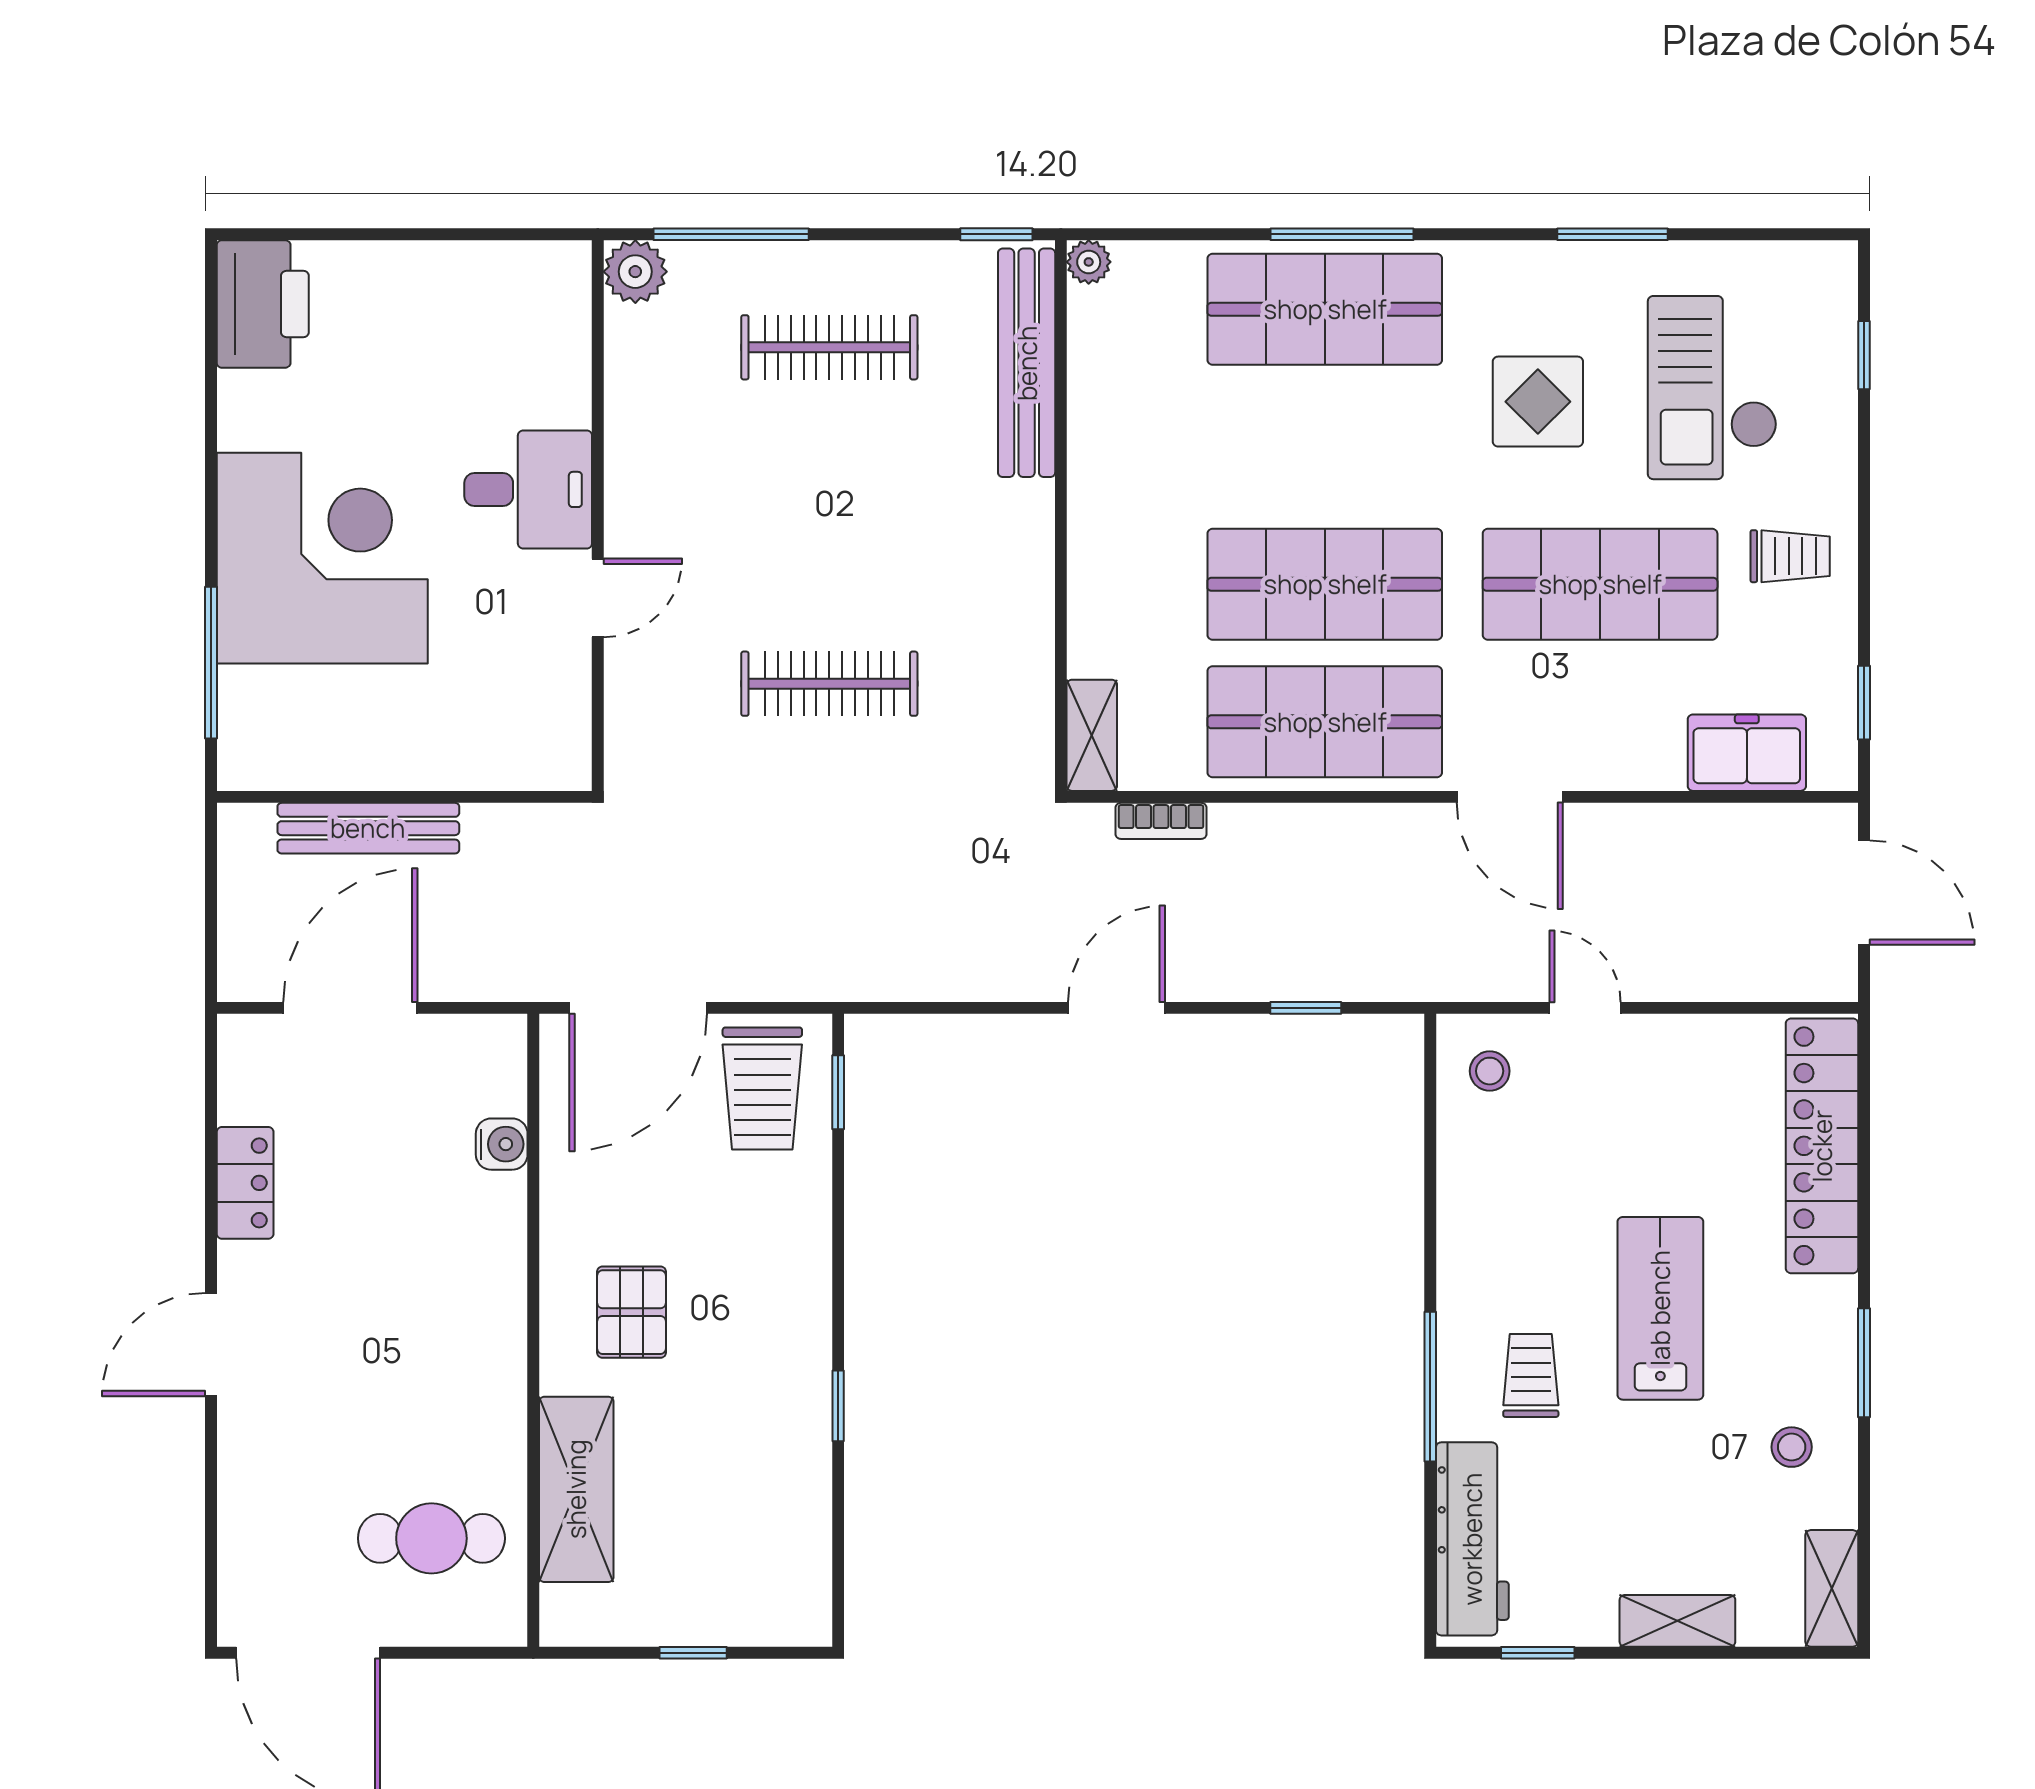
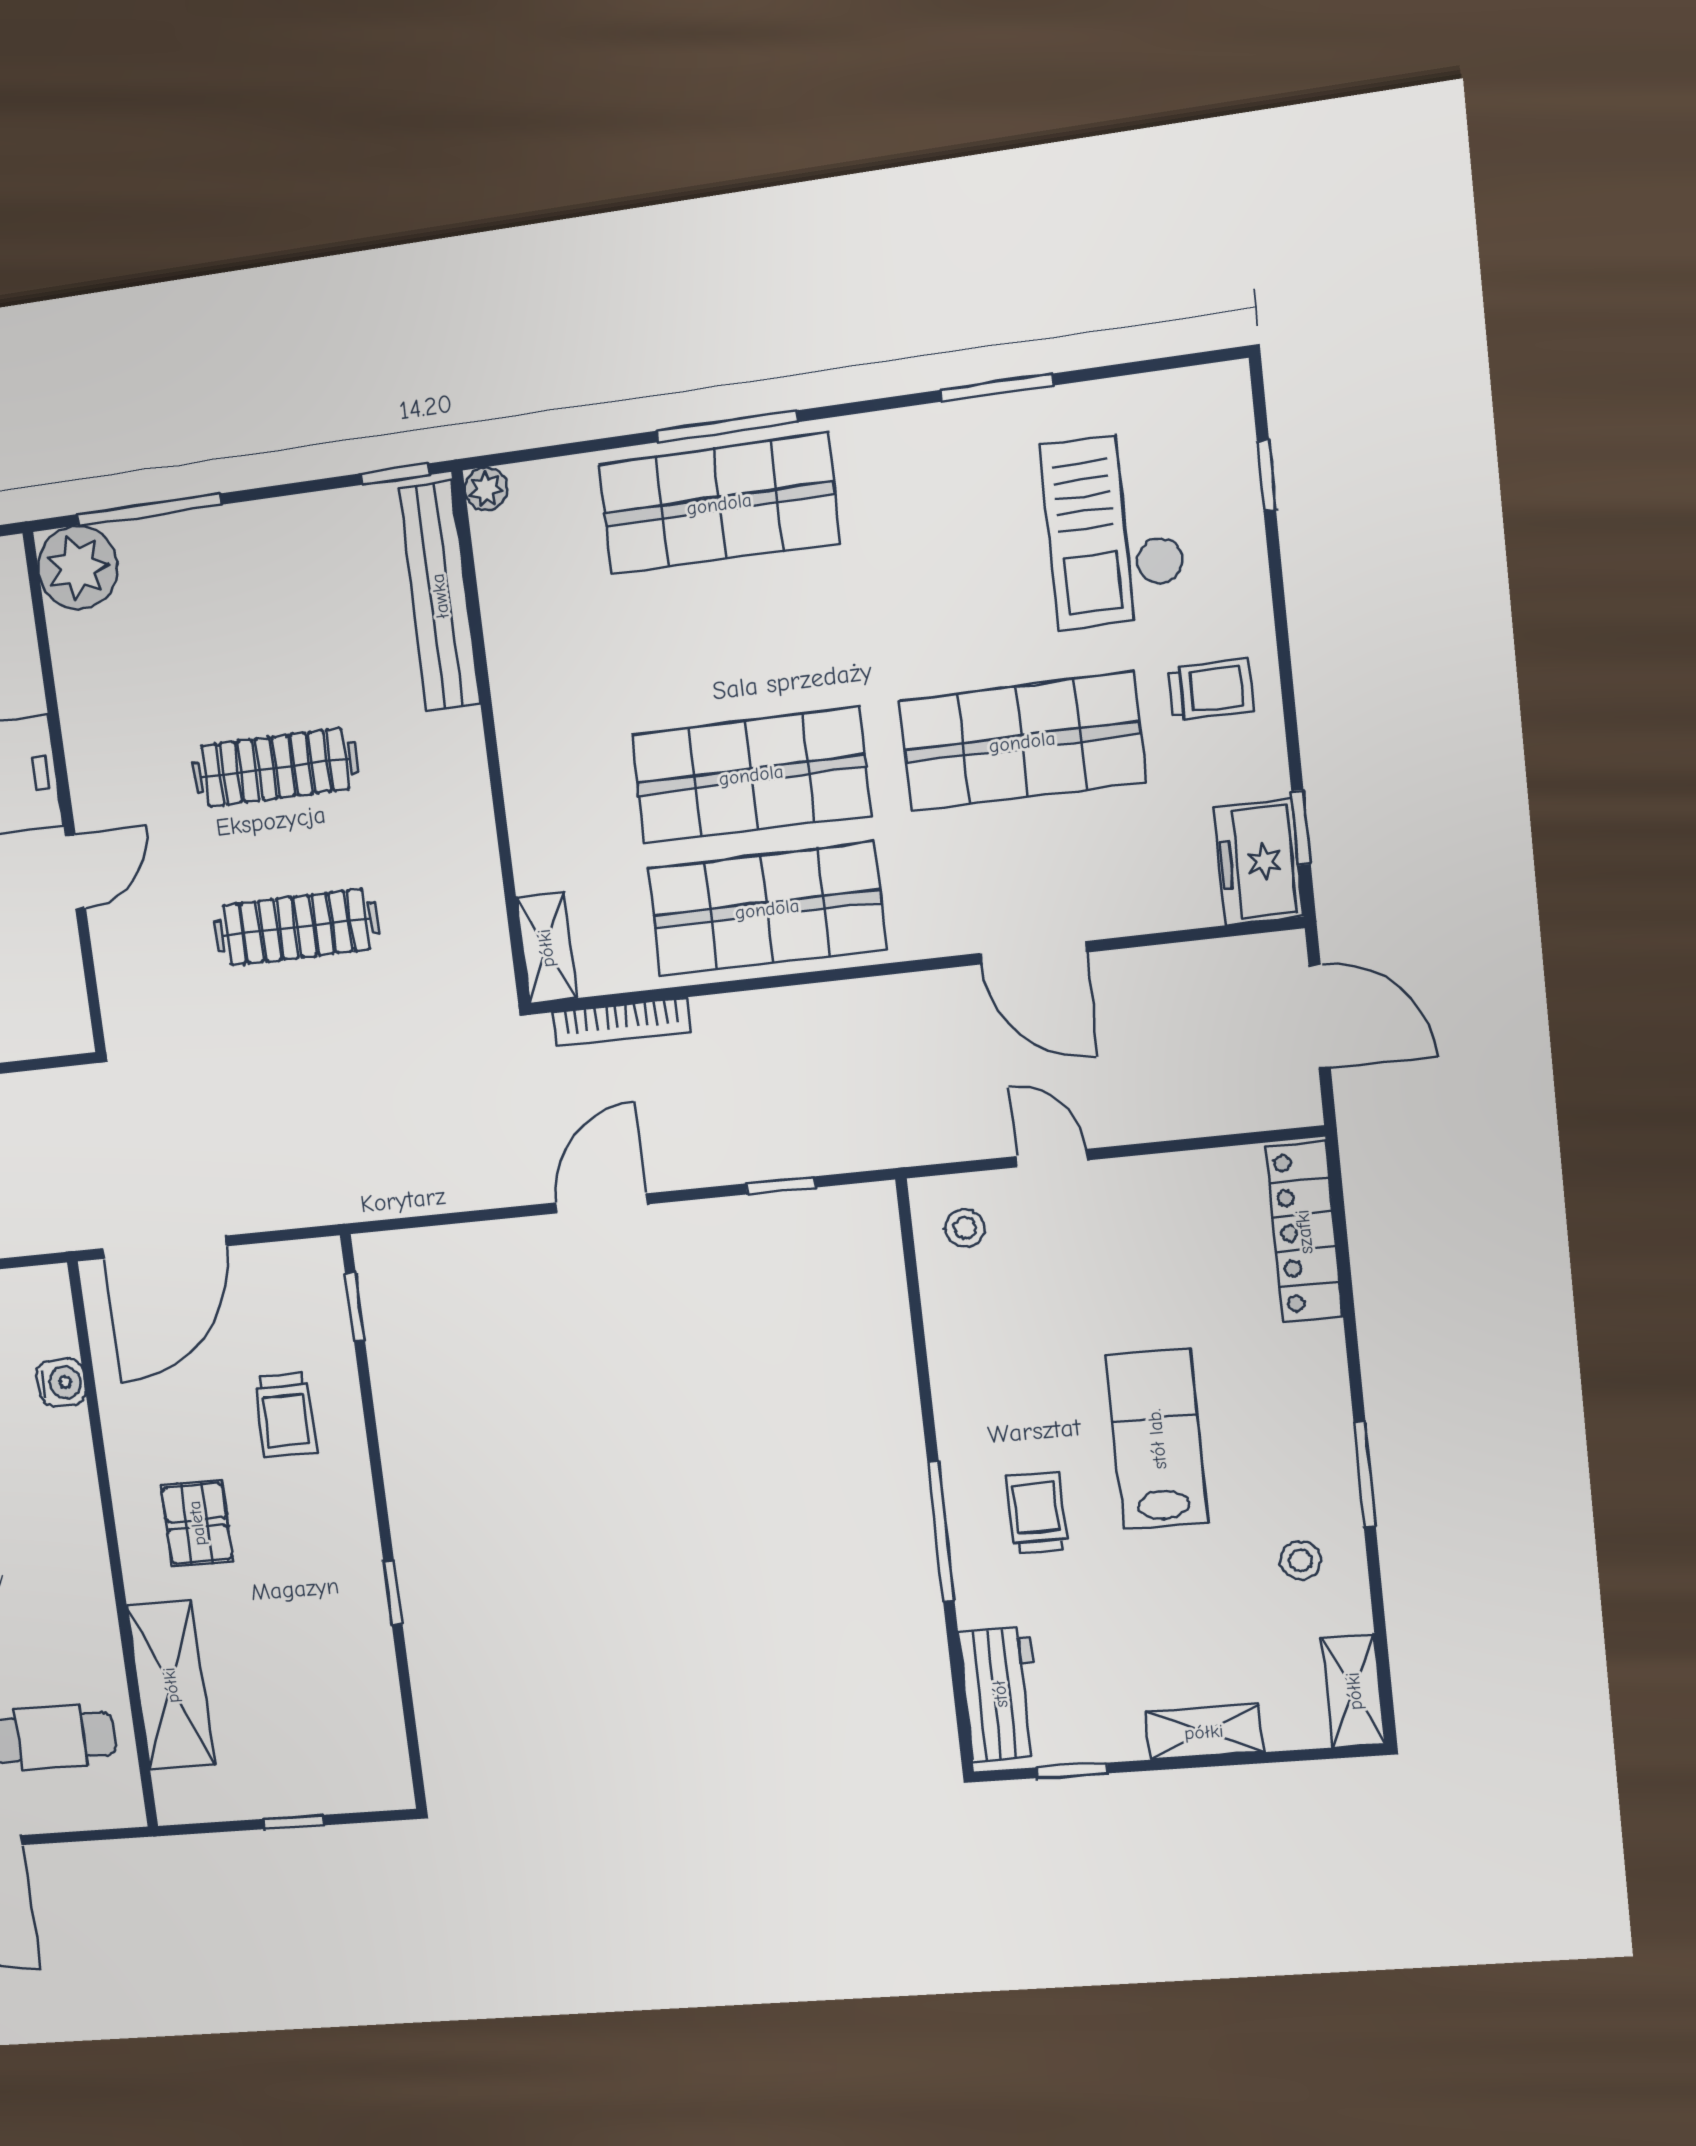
plant: (635, 272) -> (78, 568), width x1.36, depth x1.36
clothes rail: (829, 347) -> (275, 768), moved
display table: (1538, 402) -> (940, 567), removed
freezer: (1747, 753) -> (1259, 862), moved, turned -90
door: (1510, 797) -> (1033, 953), moved
bookcase: (1161, 821) -> (622, 1022), width x1.56
trolley: (762, 1088) -> (285, 1415), moved, width x0.73, depth x0.72
locker: (1822, 1146) -> (1304, 1232), width x0.71, depth x0.83
workbench: (1472, 1539) -> (1000, 1694), width x0.73

